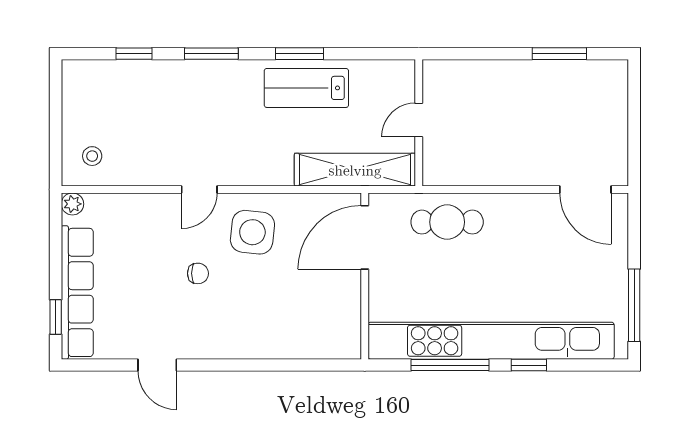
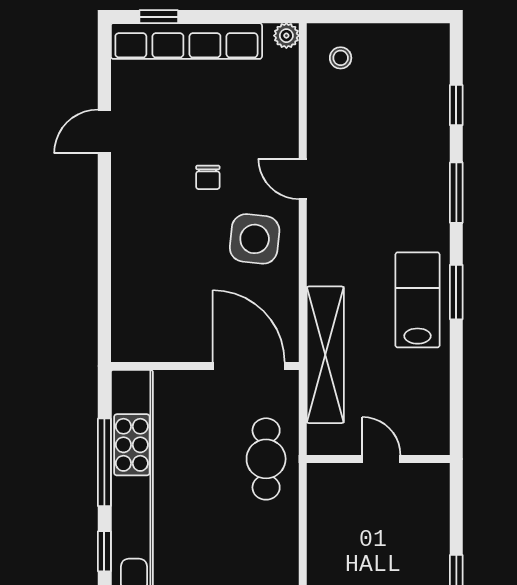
door: (419, 120) -> (381, 459), moved
wall: (419, 123) -> (378, 459), moved

